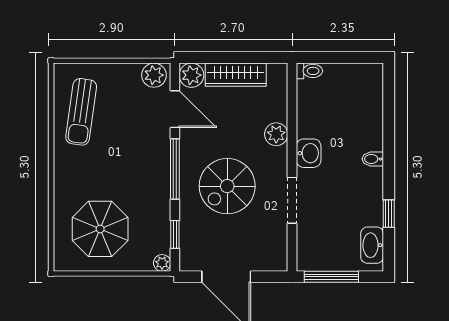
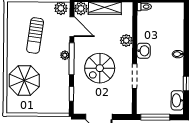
sun lounger: (81, 112) -> (35, 35), moved
parasol: (100, 229) -> (24, 80), moved
plant: (162, 263) -> (65, 55), moved

